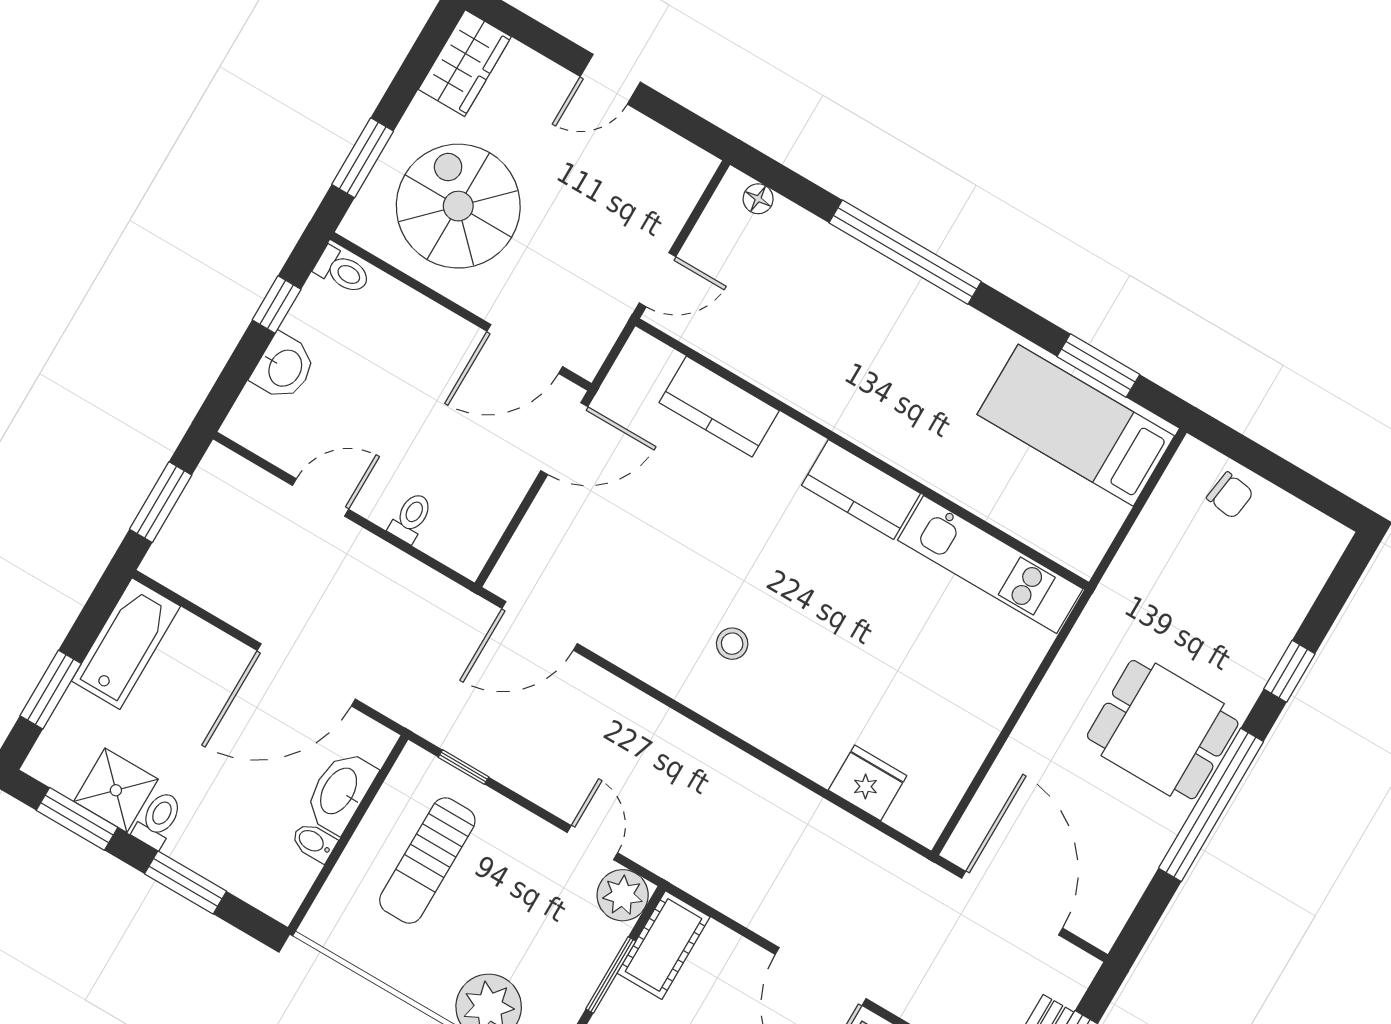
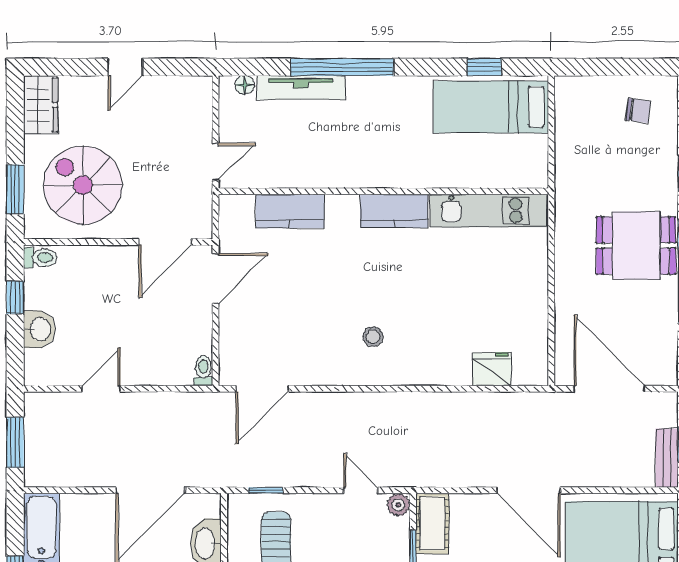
tv unit: (833, 247) -> (301, 88), added
window: (1098, 366) -> (484, 67), width x0.67
chair: (1230, 495) -> (638, 111), moved
toilet: (411, 518) -> (203, 371), moved
plant: (623, 895) -> (398, 505), width x0.73, depth x0.73

